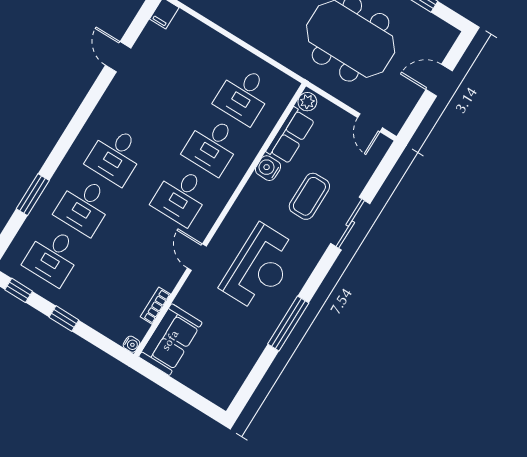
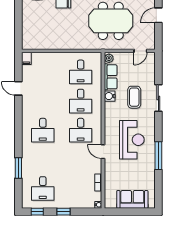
door: (370, 123) -> (140, 51), hinge flipped
desk: (84, 206) -> (43, 159), removed
sofa: (170, 340) -> (132, 199), moved, turned -90

